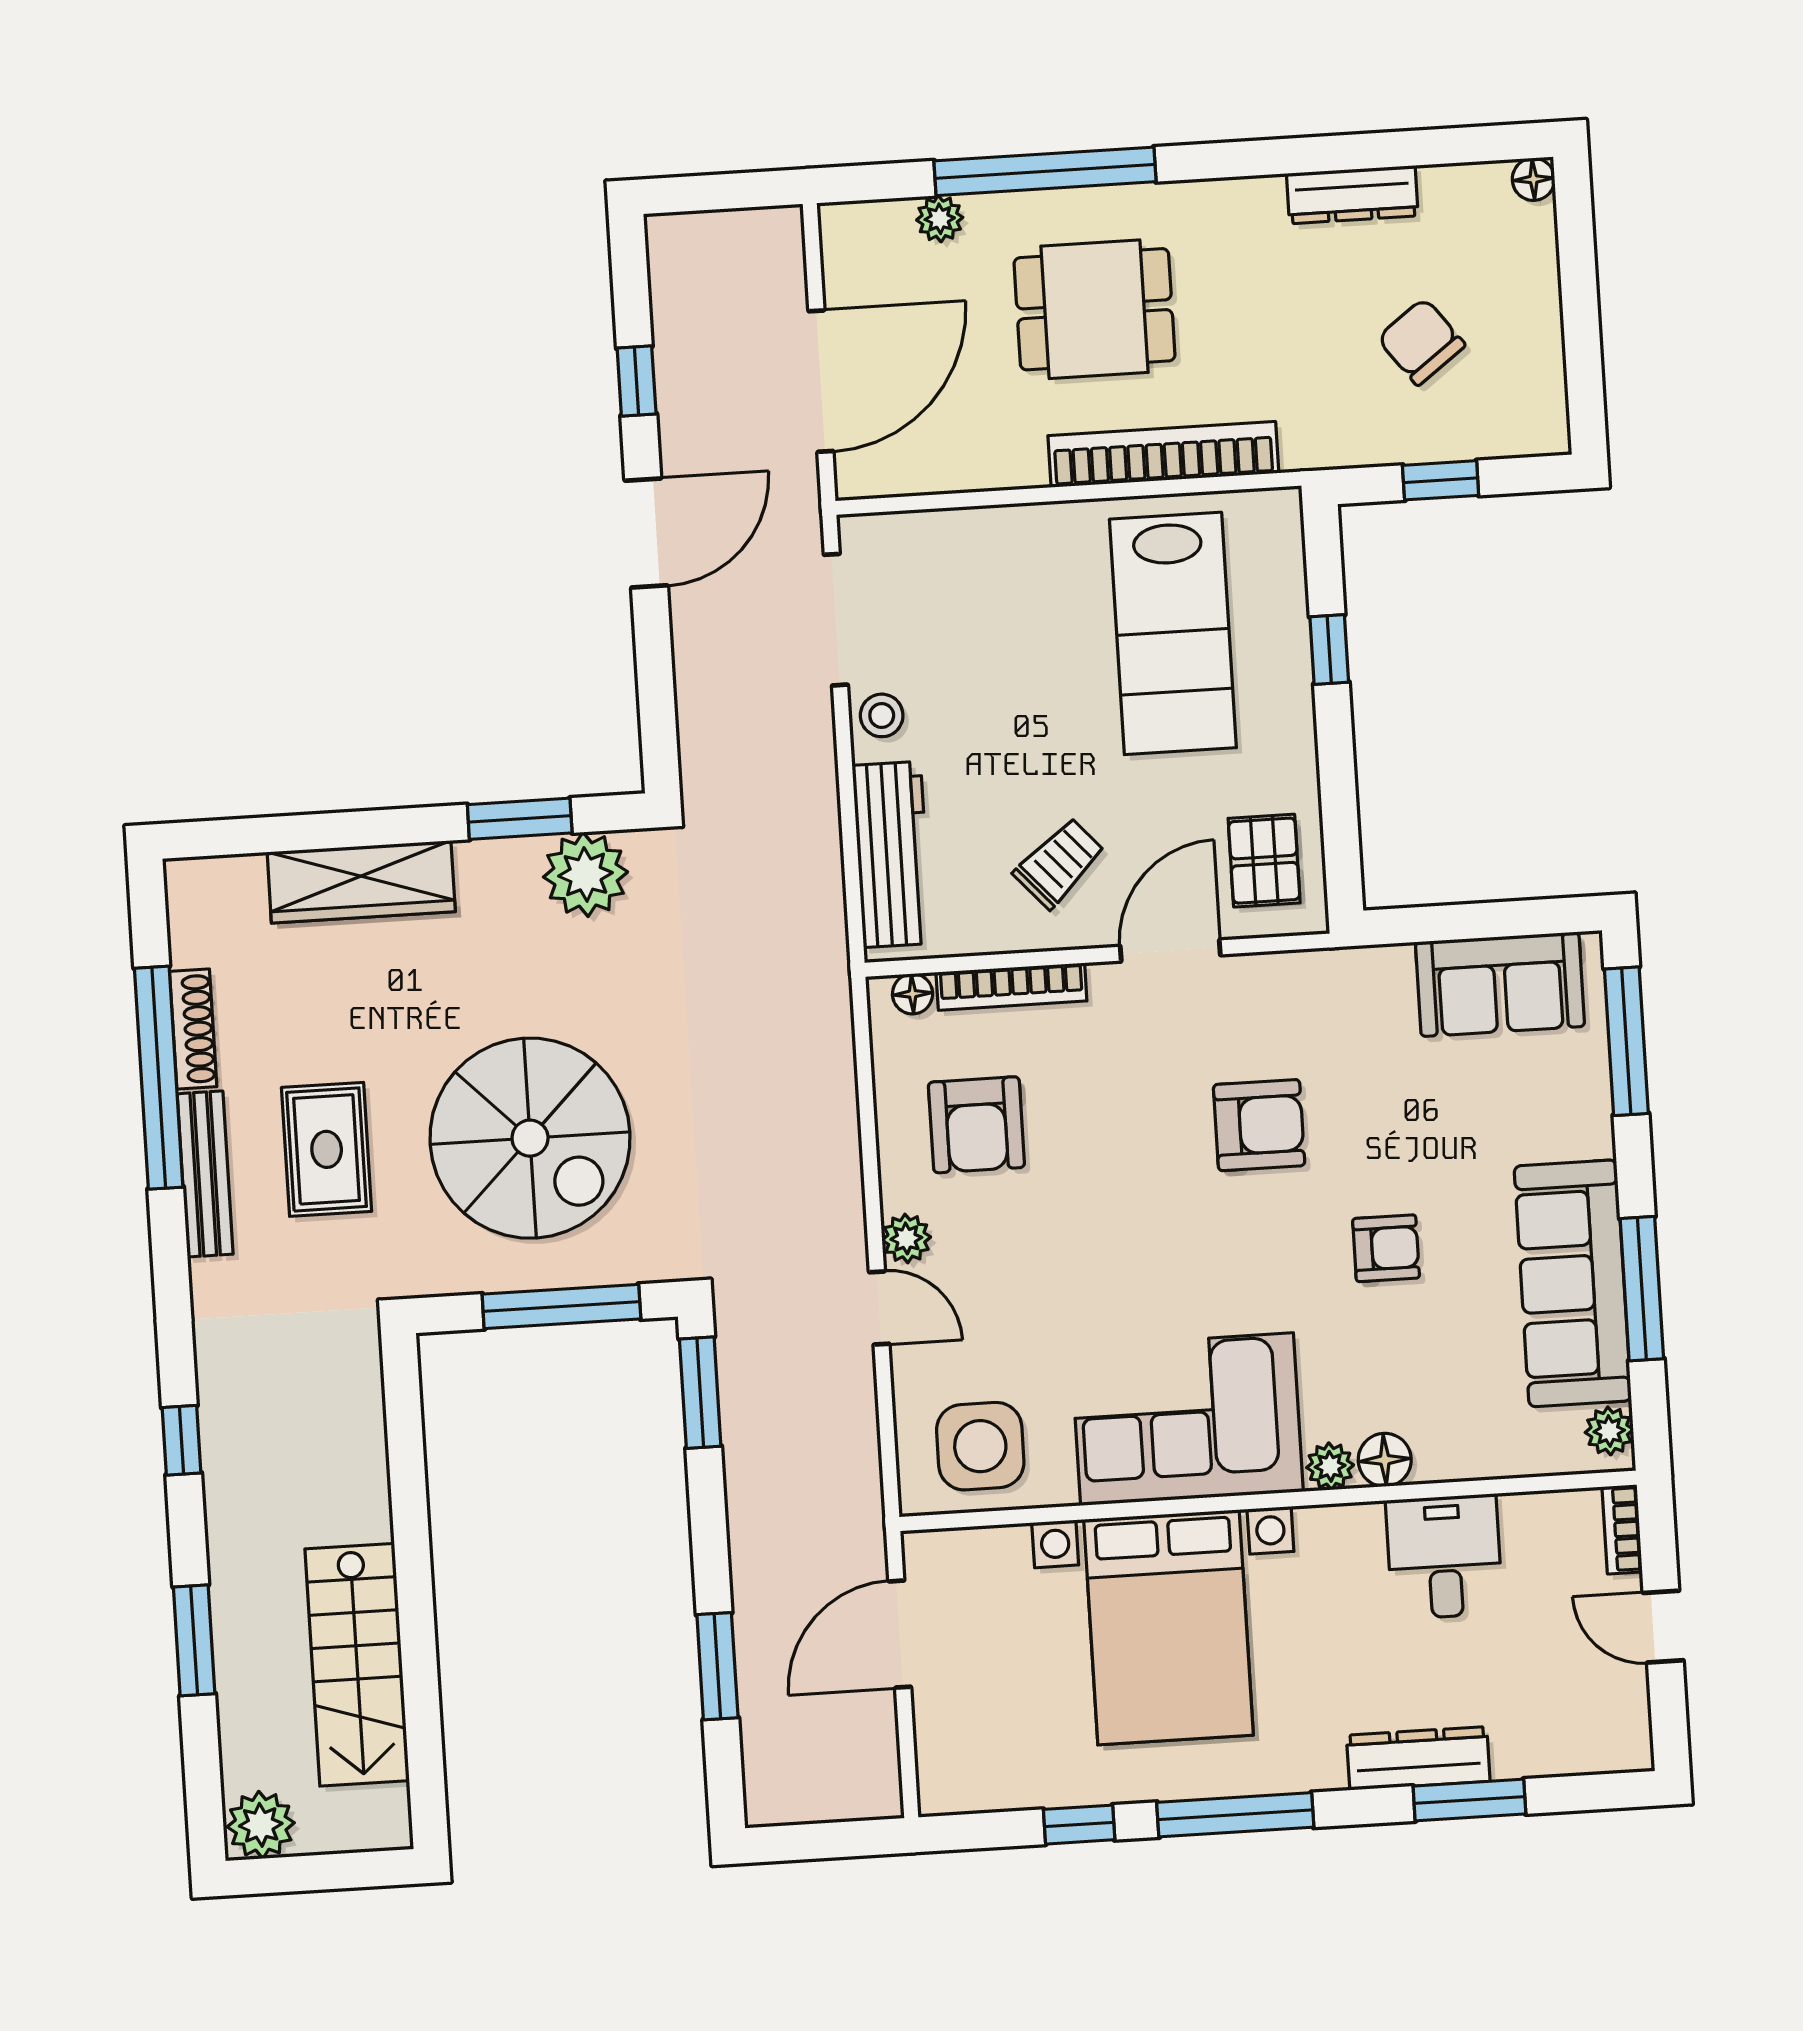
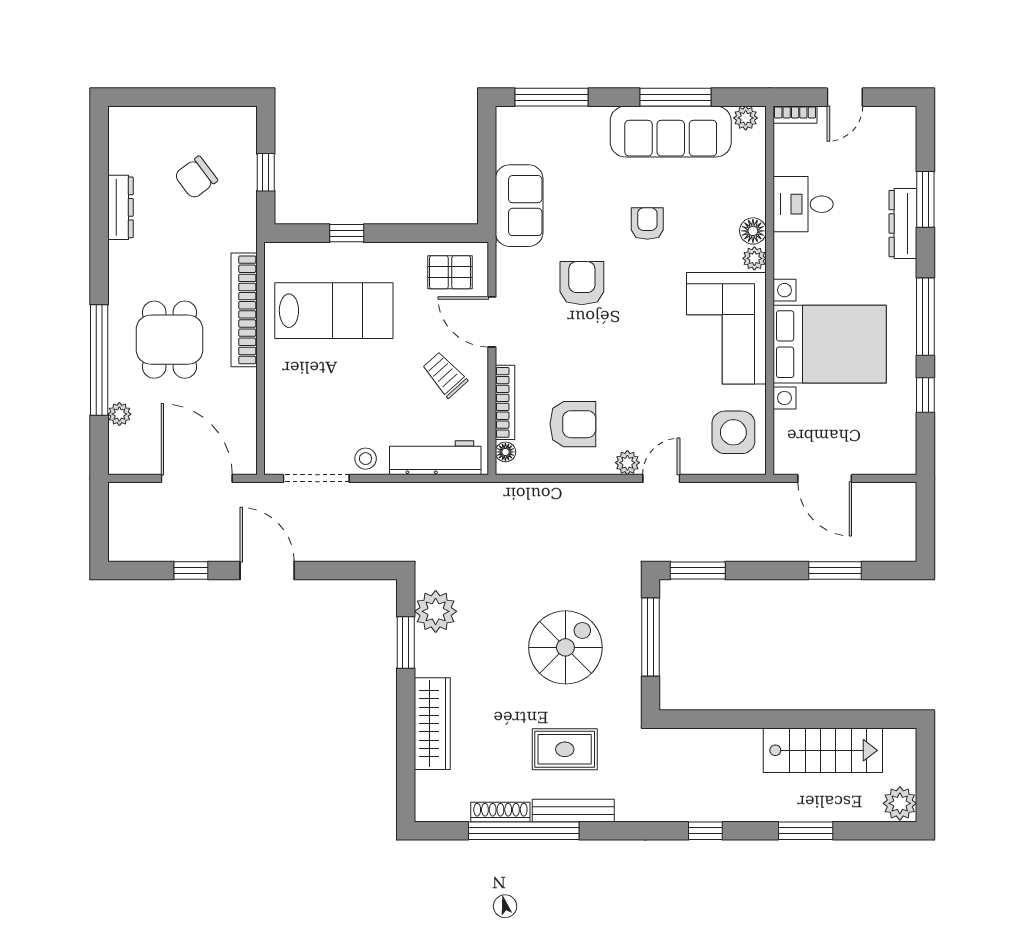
floor lamp: (1533, 179) -> (118, 116), removed
sofa: (1500, 984) -> (519, 206), moved
spiral stairs: (530, 1138) -> (565, 647), width x0.73, depth x0.73

